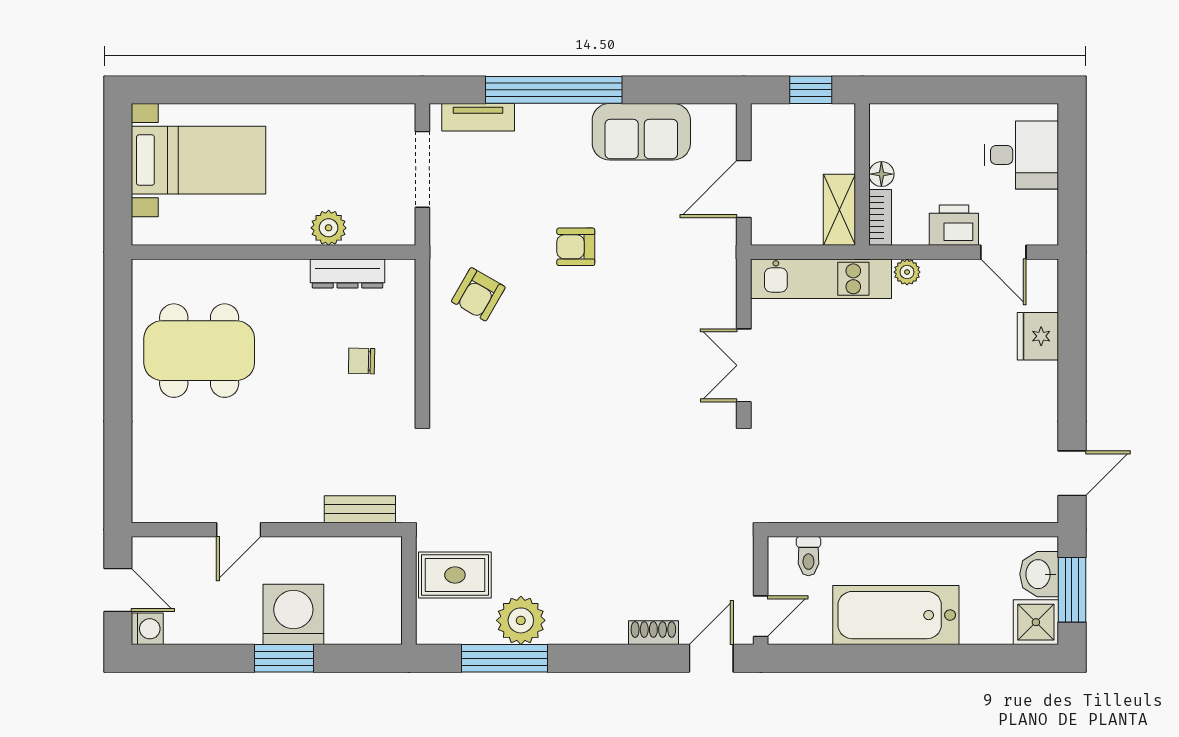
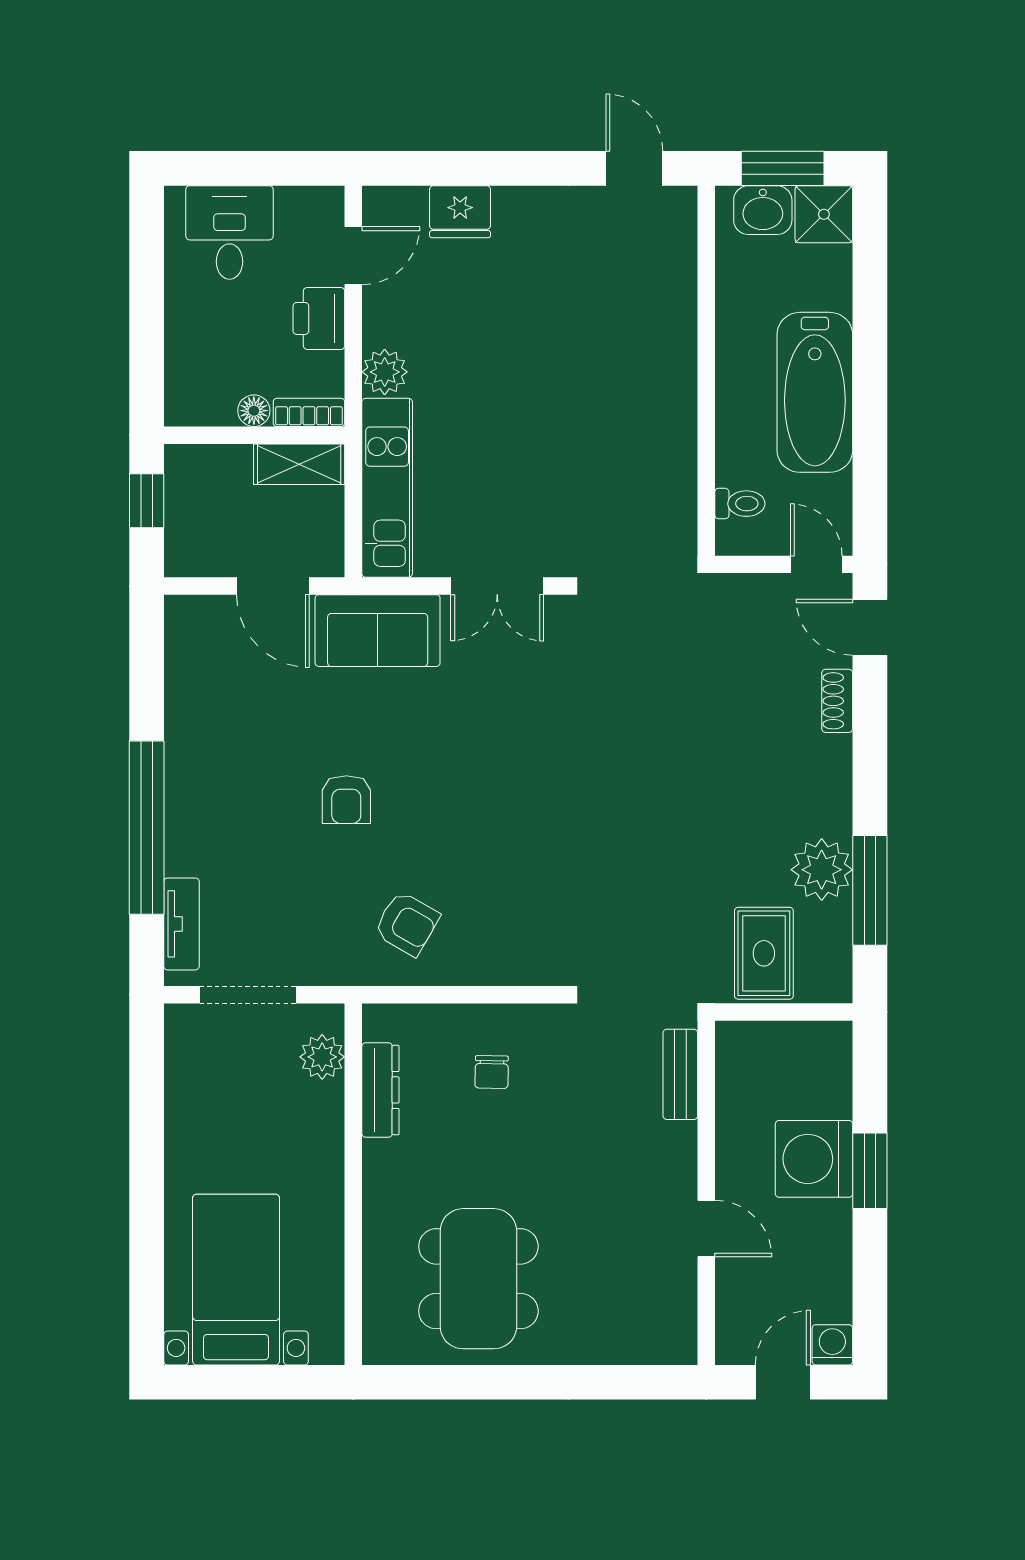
sofa: (641, 132) -> (378, 631), moved, turned 90
plant: (329, 228) -> (322, 1057), moved
plant: (907, 272) -> (385, 372), width x1.38, depth x1.38

